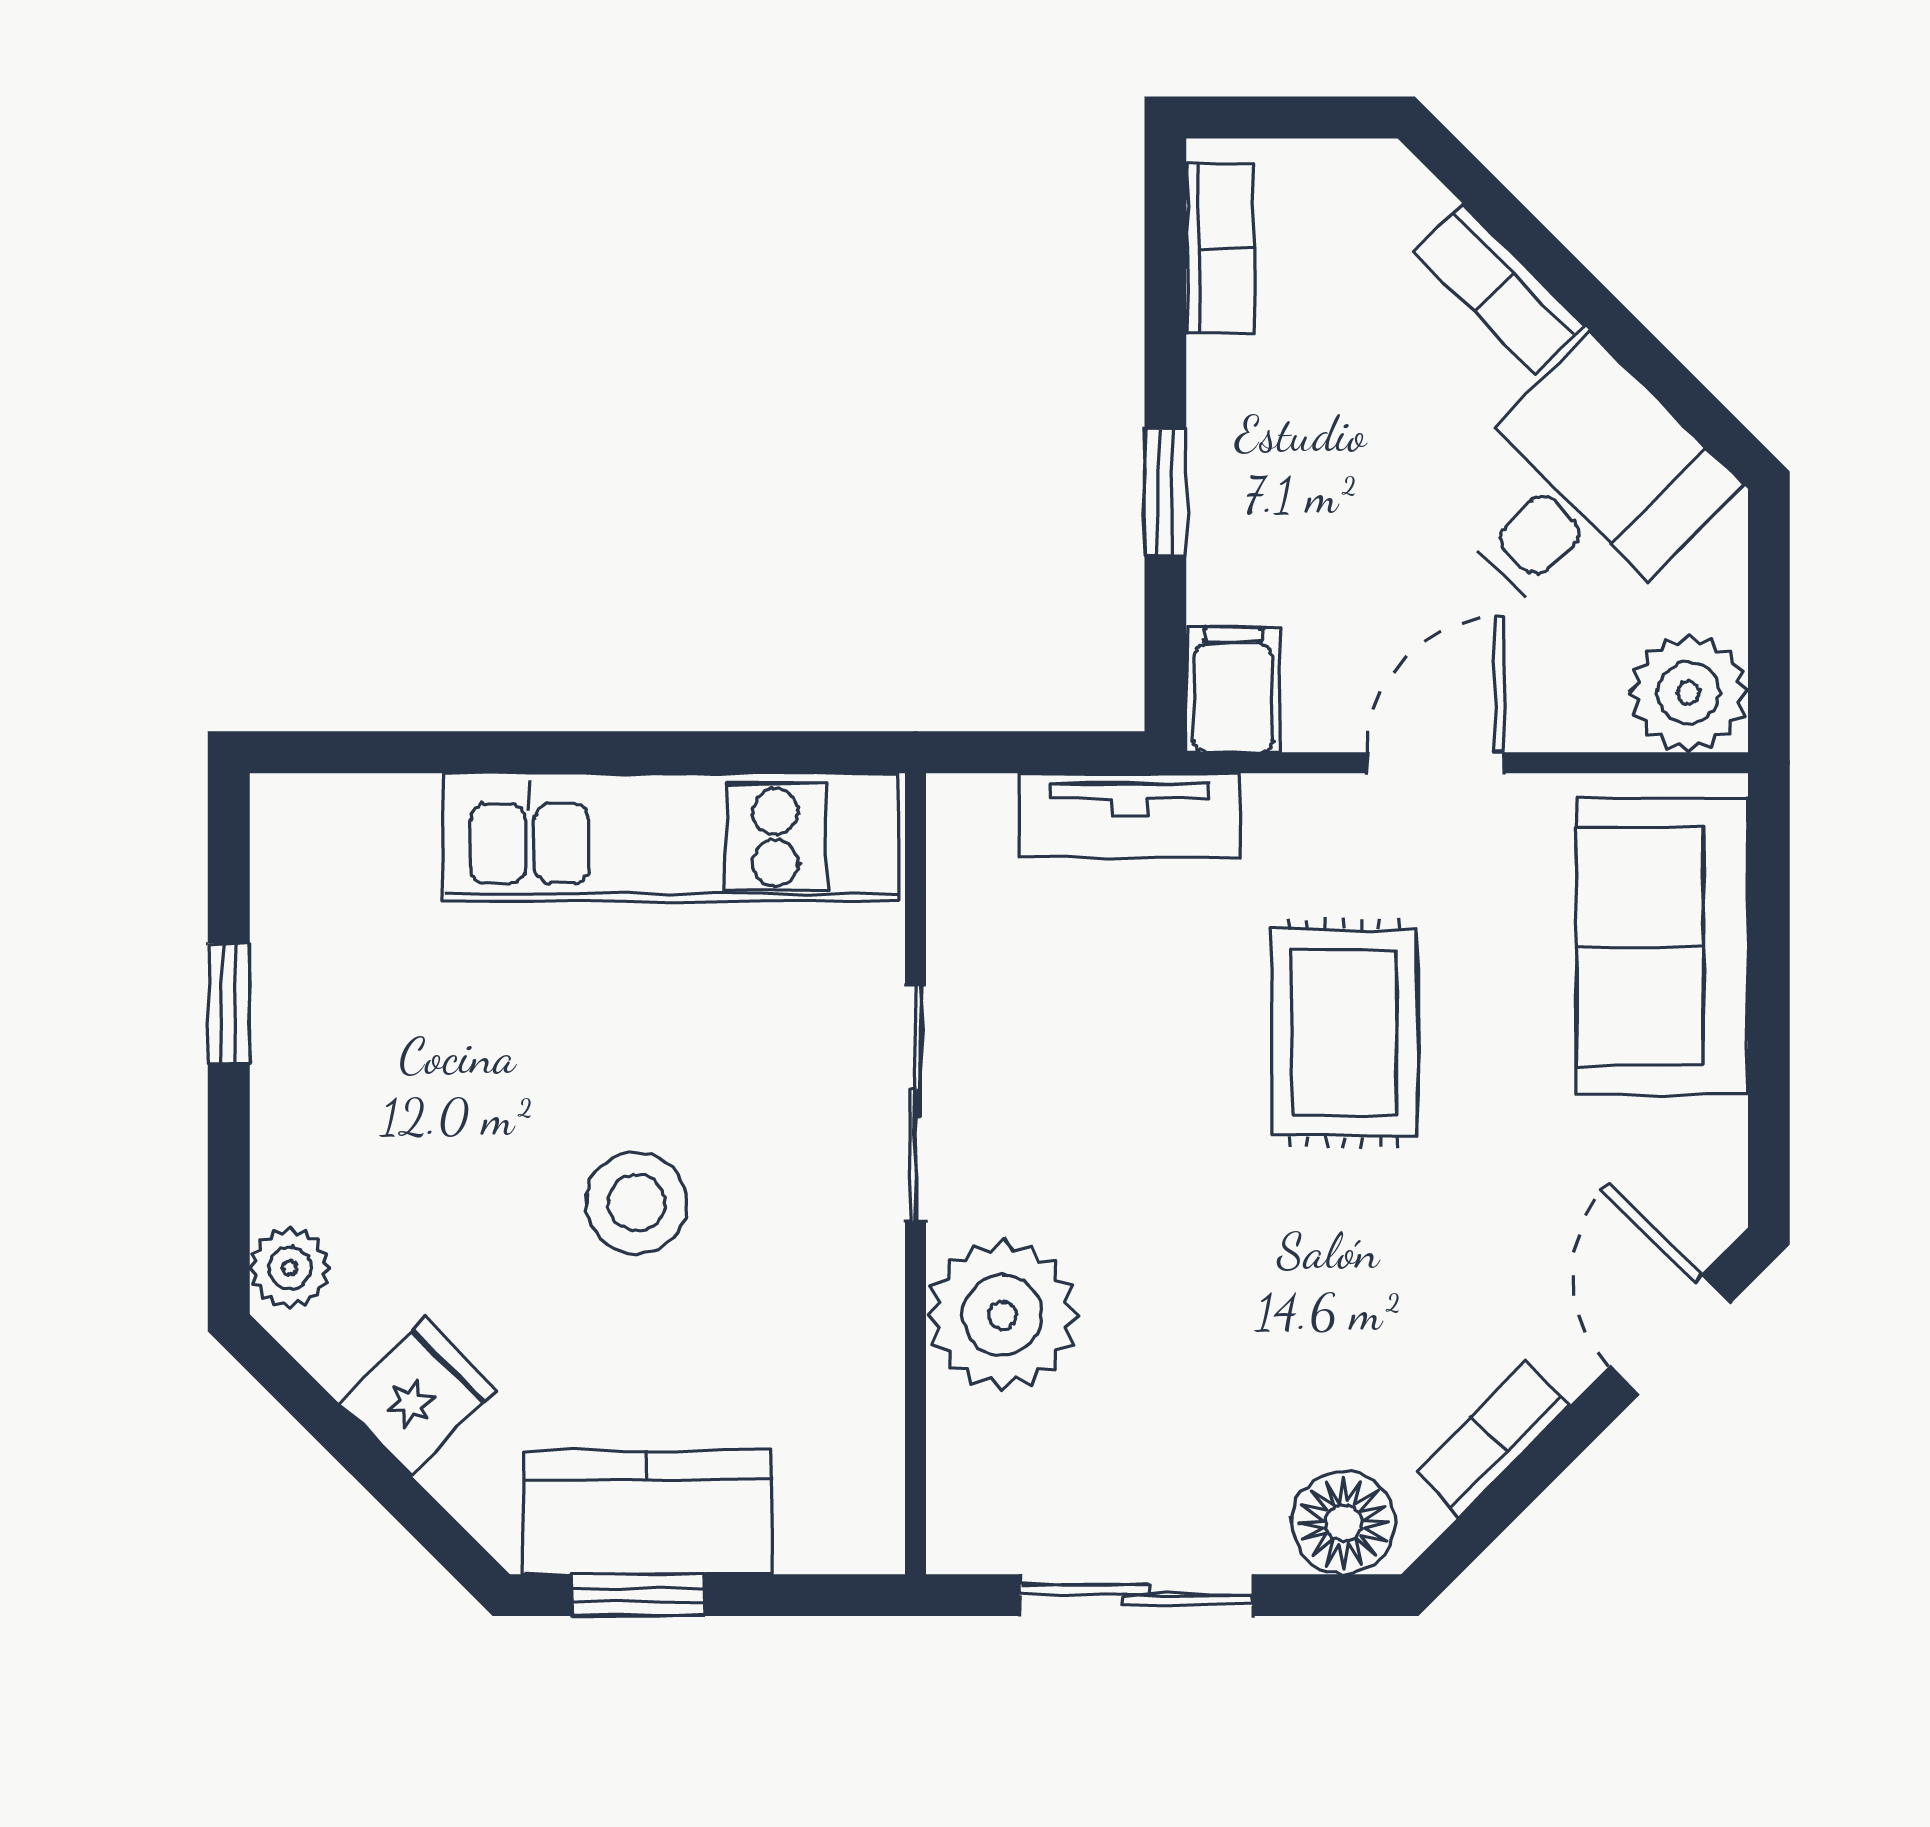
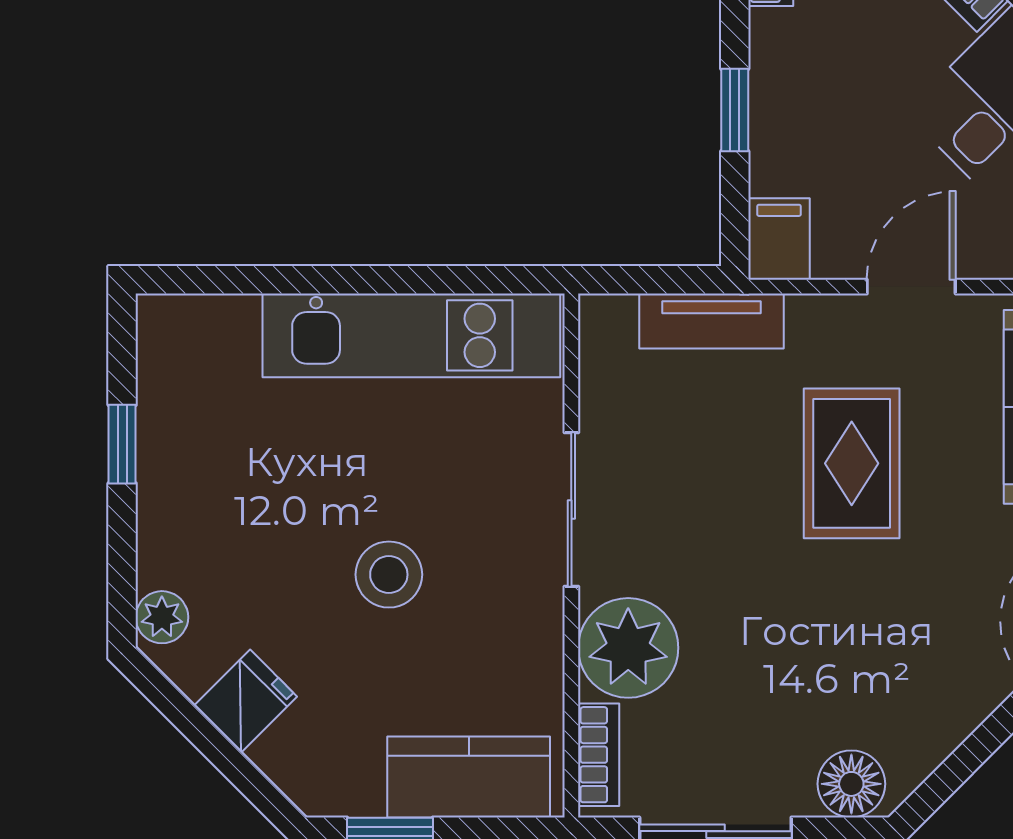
bookcase: (1492, 1439) -> (599, 755), moved, turned 135
kitchen counter: (648, 1512) -> (469, 777), moved

